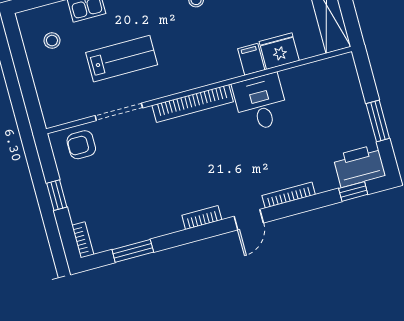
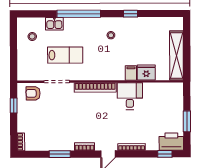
window: (57, 195) -> (14, 106), moved
window: (133, 251) -> (60, 154), moved

